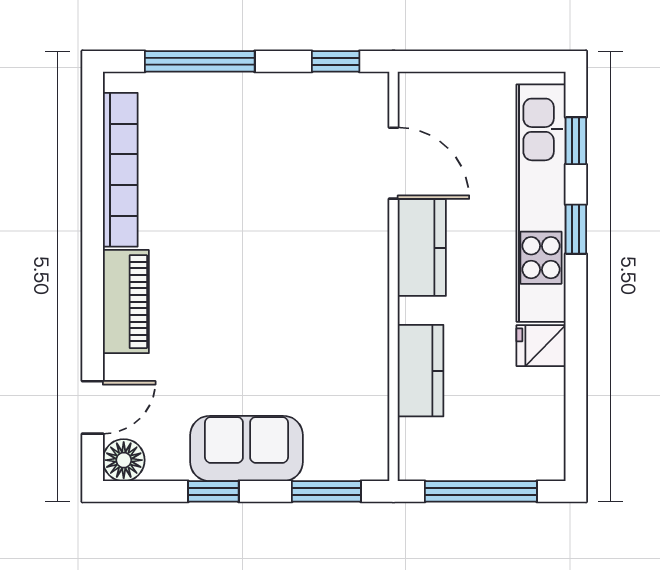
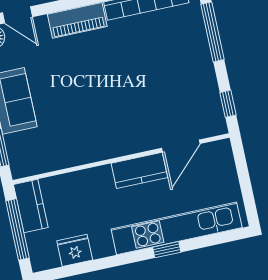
window: (576, 141) -> (213, 240), removed
fridge: (541, 346) -> (75, 250), moved, width x1.38
kitchen counter: (421, 371) -> (31, 206), moved, turned -90

